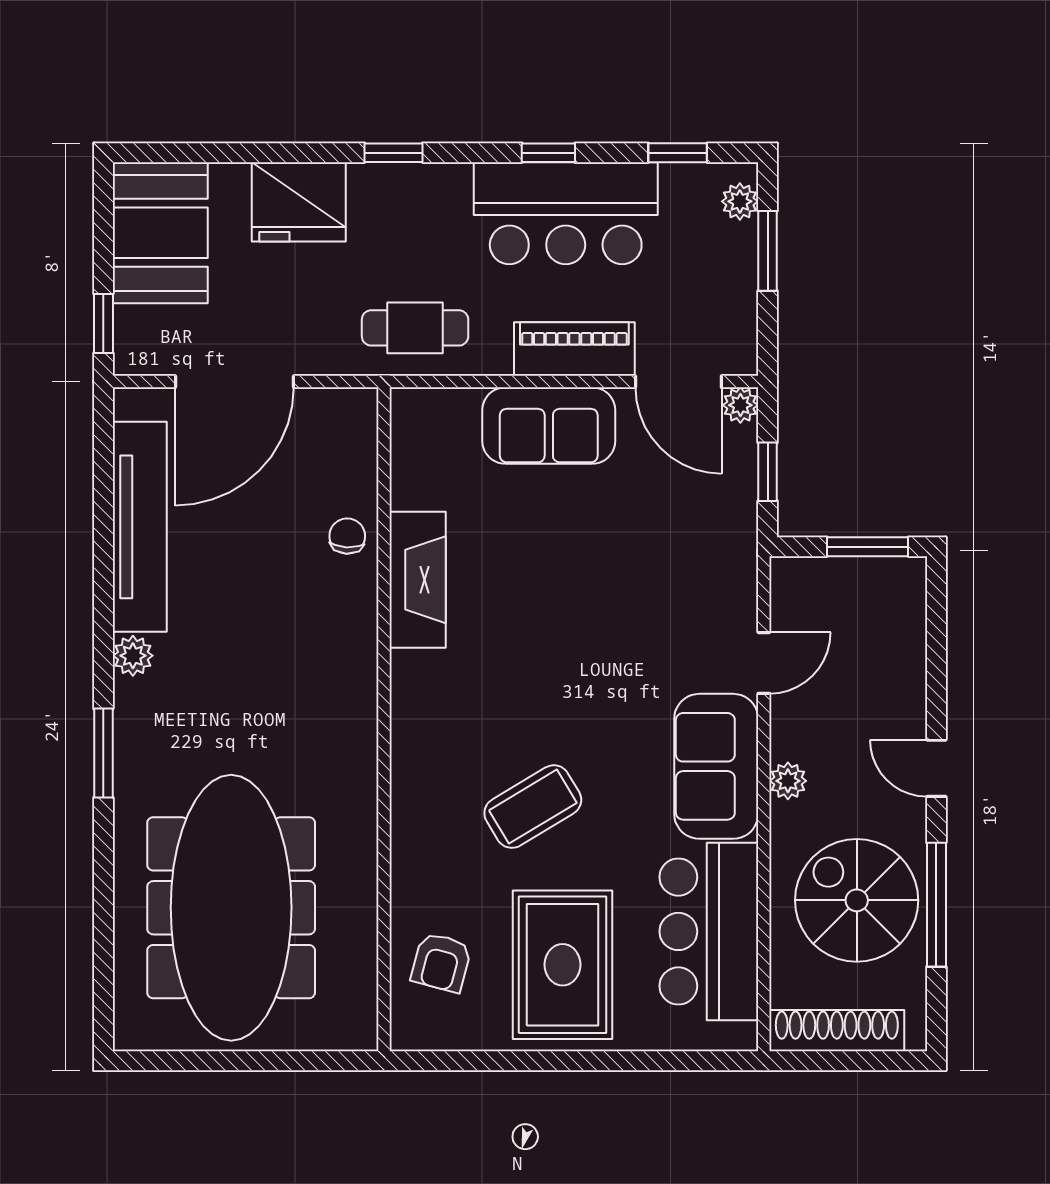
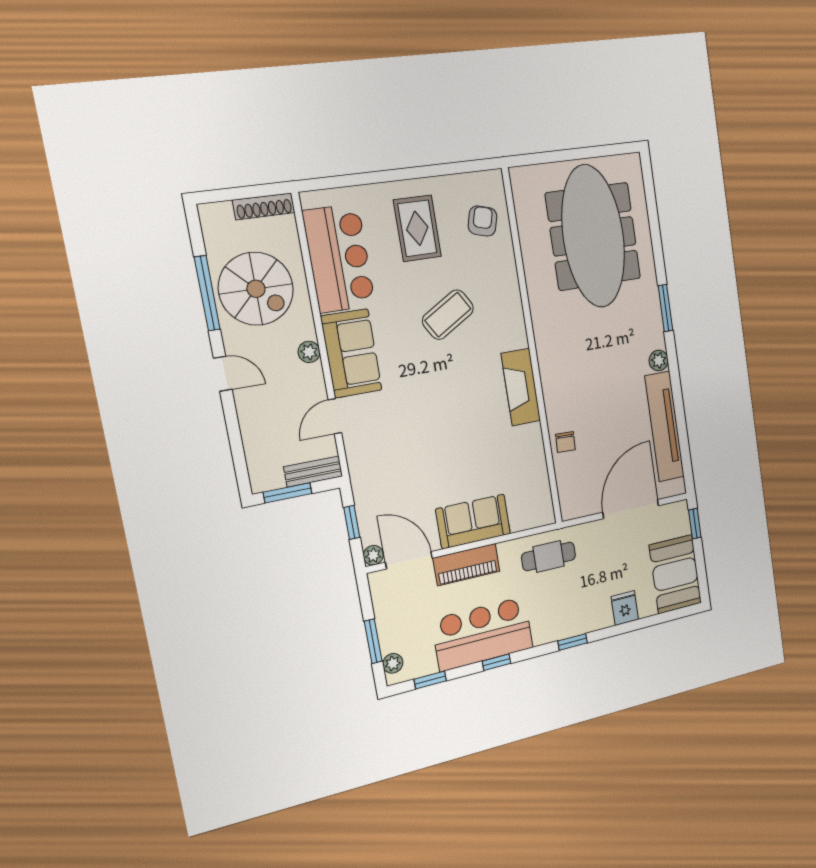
fridge: (299, 202) -> (625, 608), width x0.53, depth x0.75
bench: (818, 575) -> (313, 472), added
fireplace: (418, 580) -> (521, 387), moved
rug: (563, 965) -> (417, 228), width x0.73, depth x0.70
shoe rack: (837, 1031) -> (264, 206), width x0.74, depth x0.81

